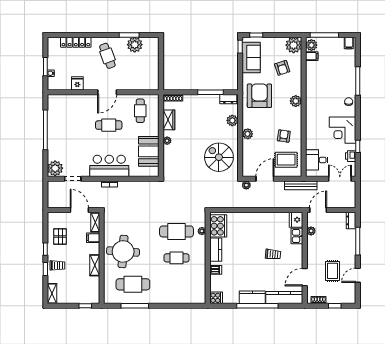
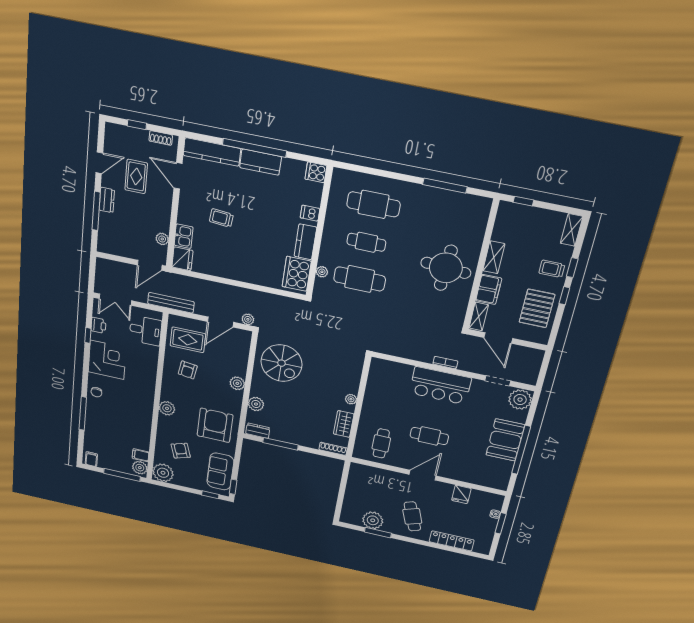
armchair: (259, 96) -> (215, 425), turned 180
booth: (149, 151) -> (505, 440), moved
dresser: (351, 220) -> (107, 200), moved
pallet: (60, 236) -> (537, 308), width x1.50, depth x1.42
filing cabinet: (93, 238) -> (489, 289), width x2.00
door: (305, 277) -> (178, 176), swing flipped
cafe table: (133, 284) -> (373, 204), moved

